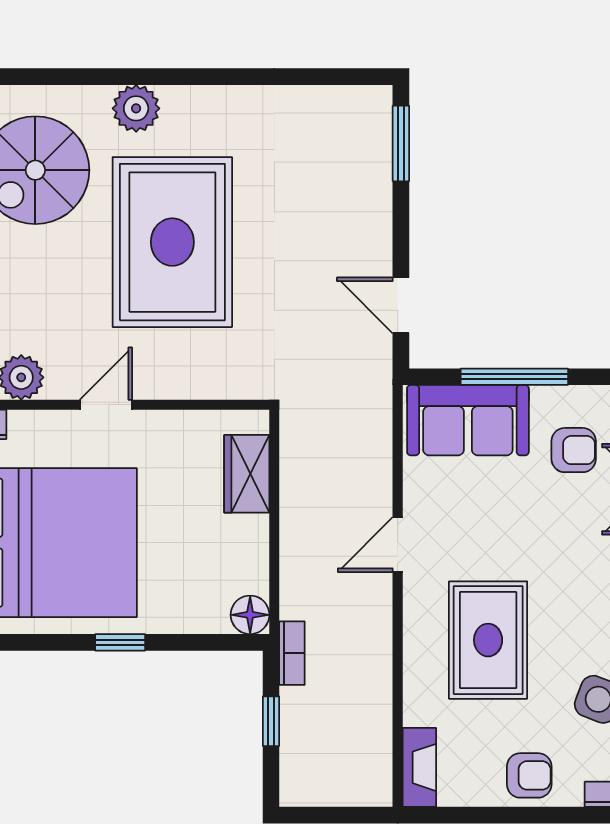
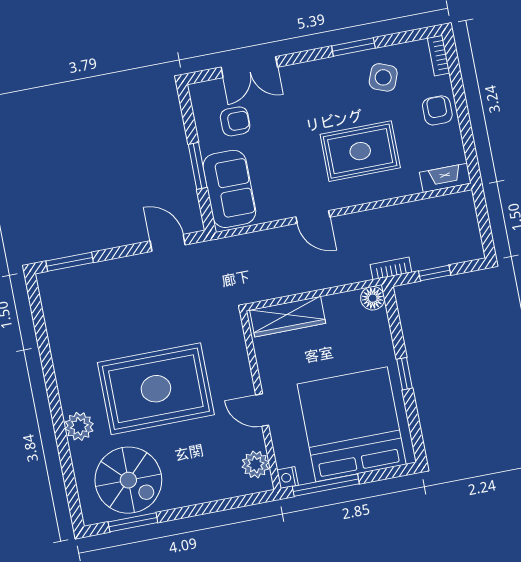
door: (401, 305) -> (168, 243), swing flipped
window: (514, 377) -> (198, 166), width x0.69
armchair: (574, 450) -> (235, 121), turned 90
wardrobe: (247, 474) -> (288, 317), width x1.50

